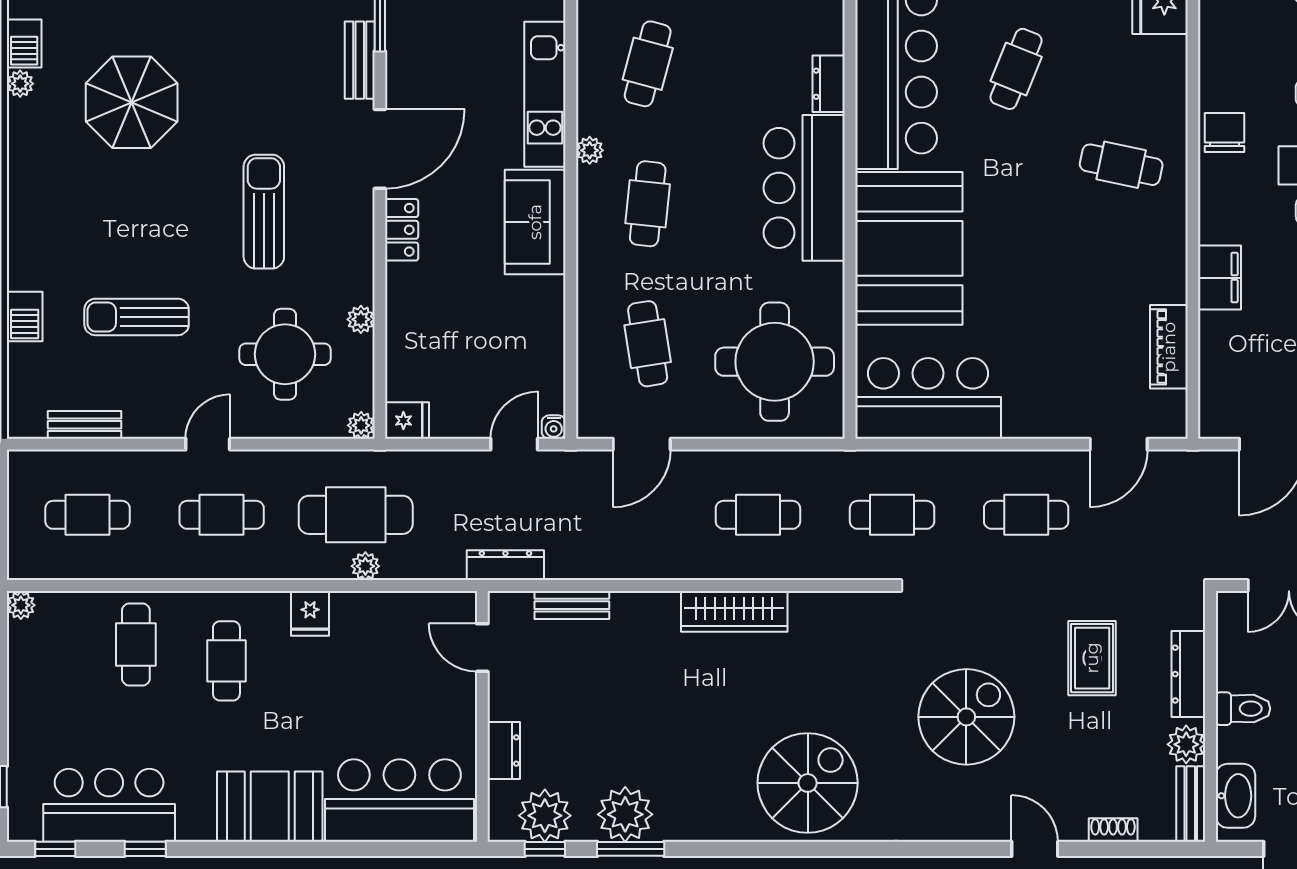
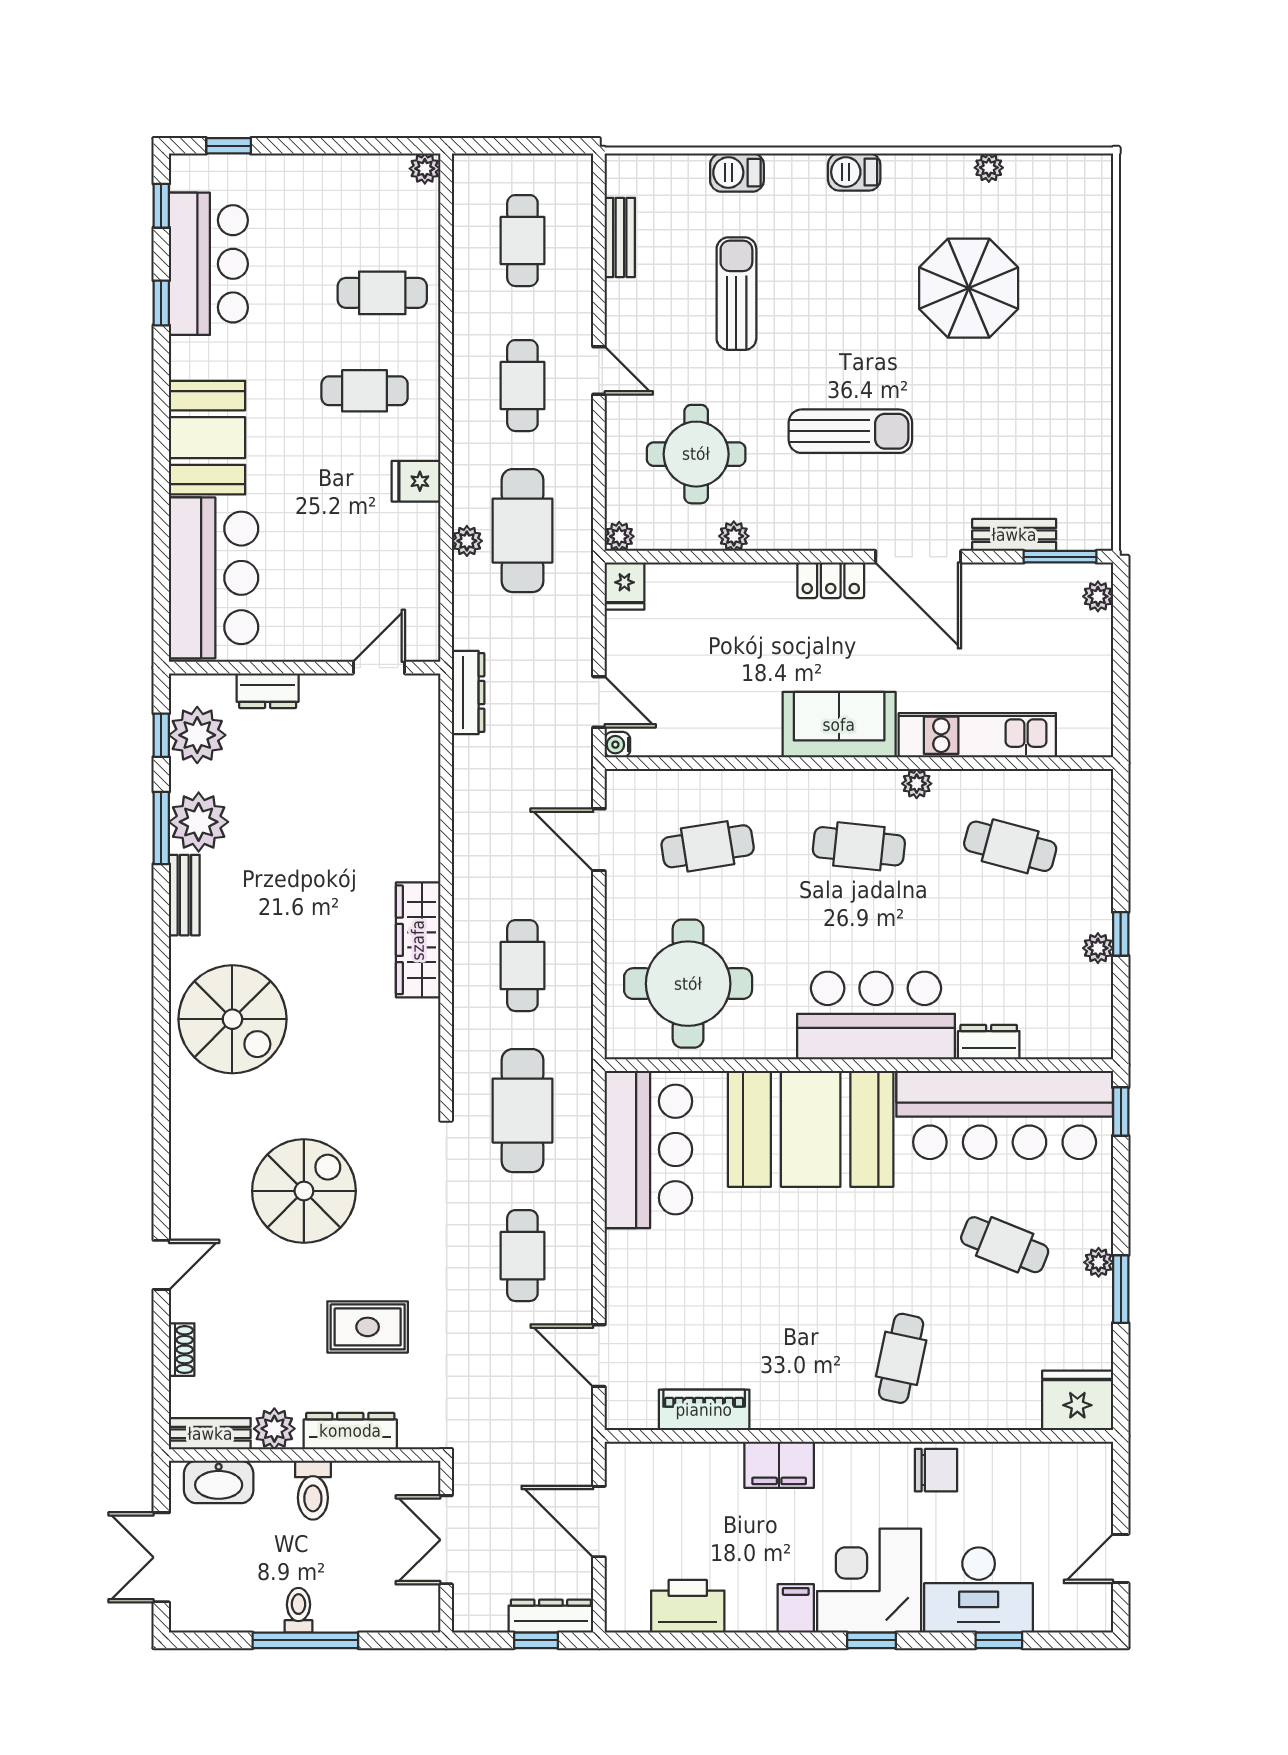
barbecue: (24, 43) -> (854, 172), moved
cafe table: (892, 515) -> (522, 1111), width x1.37, depth x1.35
bench: (572, 605) -> (184, 895), moved
spiral stairs: (966, 717) -> (304, 1191), turned -90

